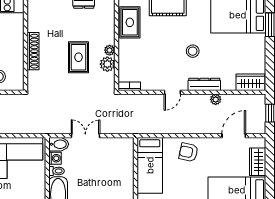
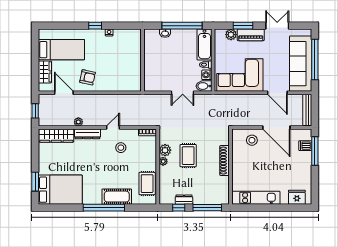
stool: (193, 51) -> (121, 148), moved
wardrobe: (251, 82) -> (56, 136), width x1.50
door: (234, 136) -> (64, 93), swing flipped
armchair: (188, 152) -> (88, 77), moved
bed: (150, 165) -> (131, 69), removed

